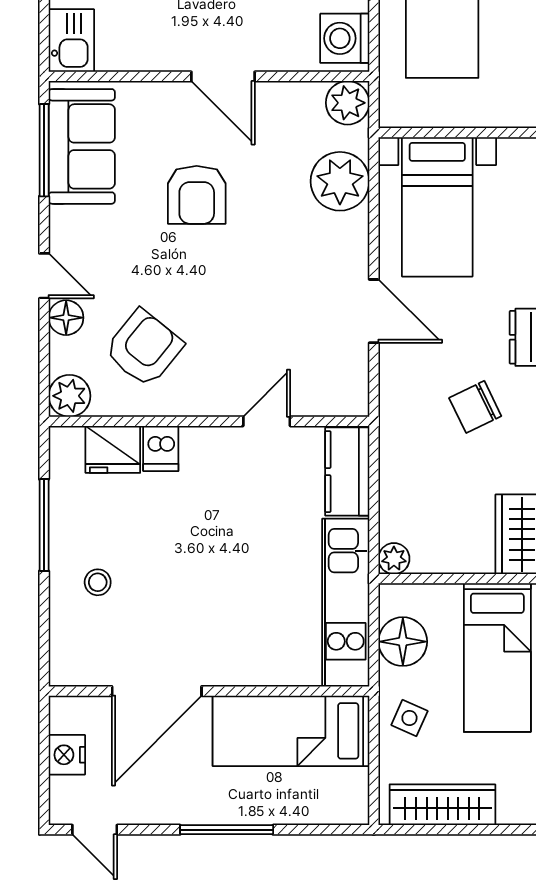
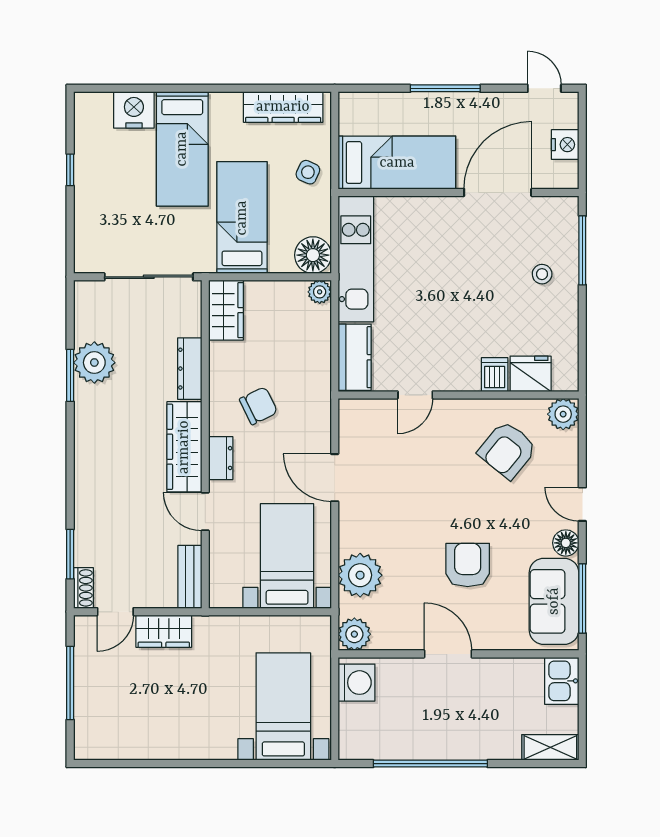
floor lamp: (66, 318) -> (566, 543), moved
window: (44, 525) -> (582, 250), moved
floor lamp: (403, 642) -> (313, 255), moved

